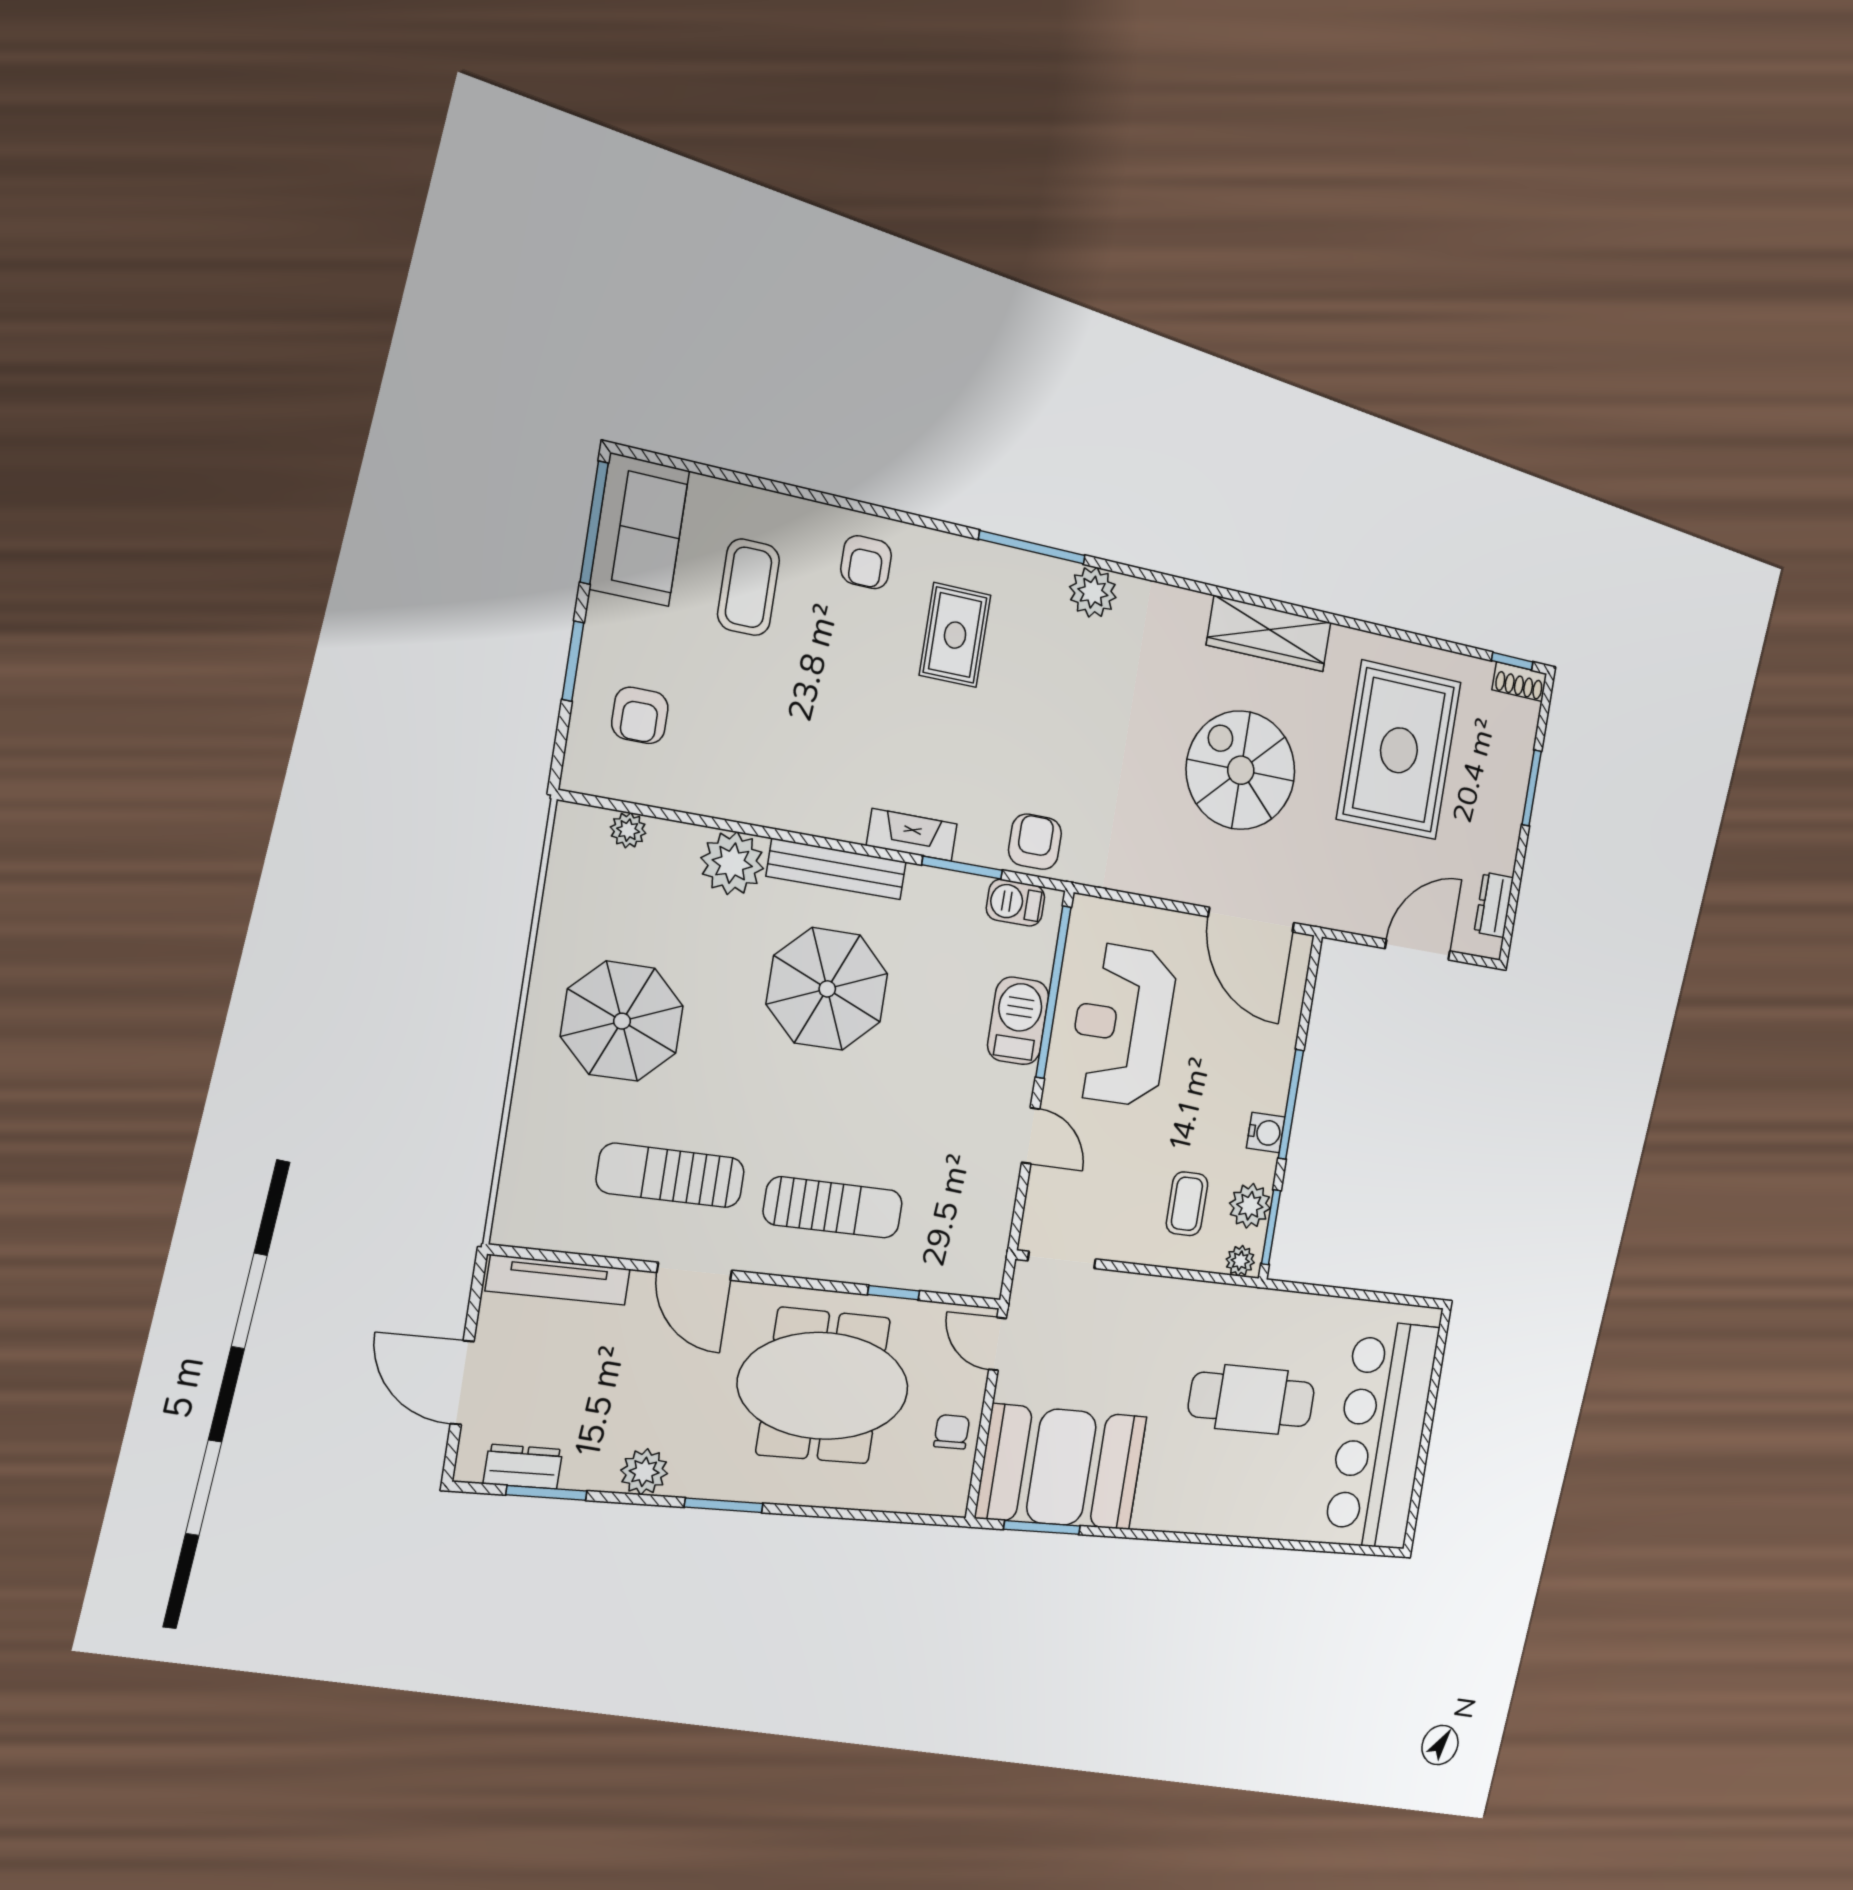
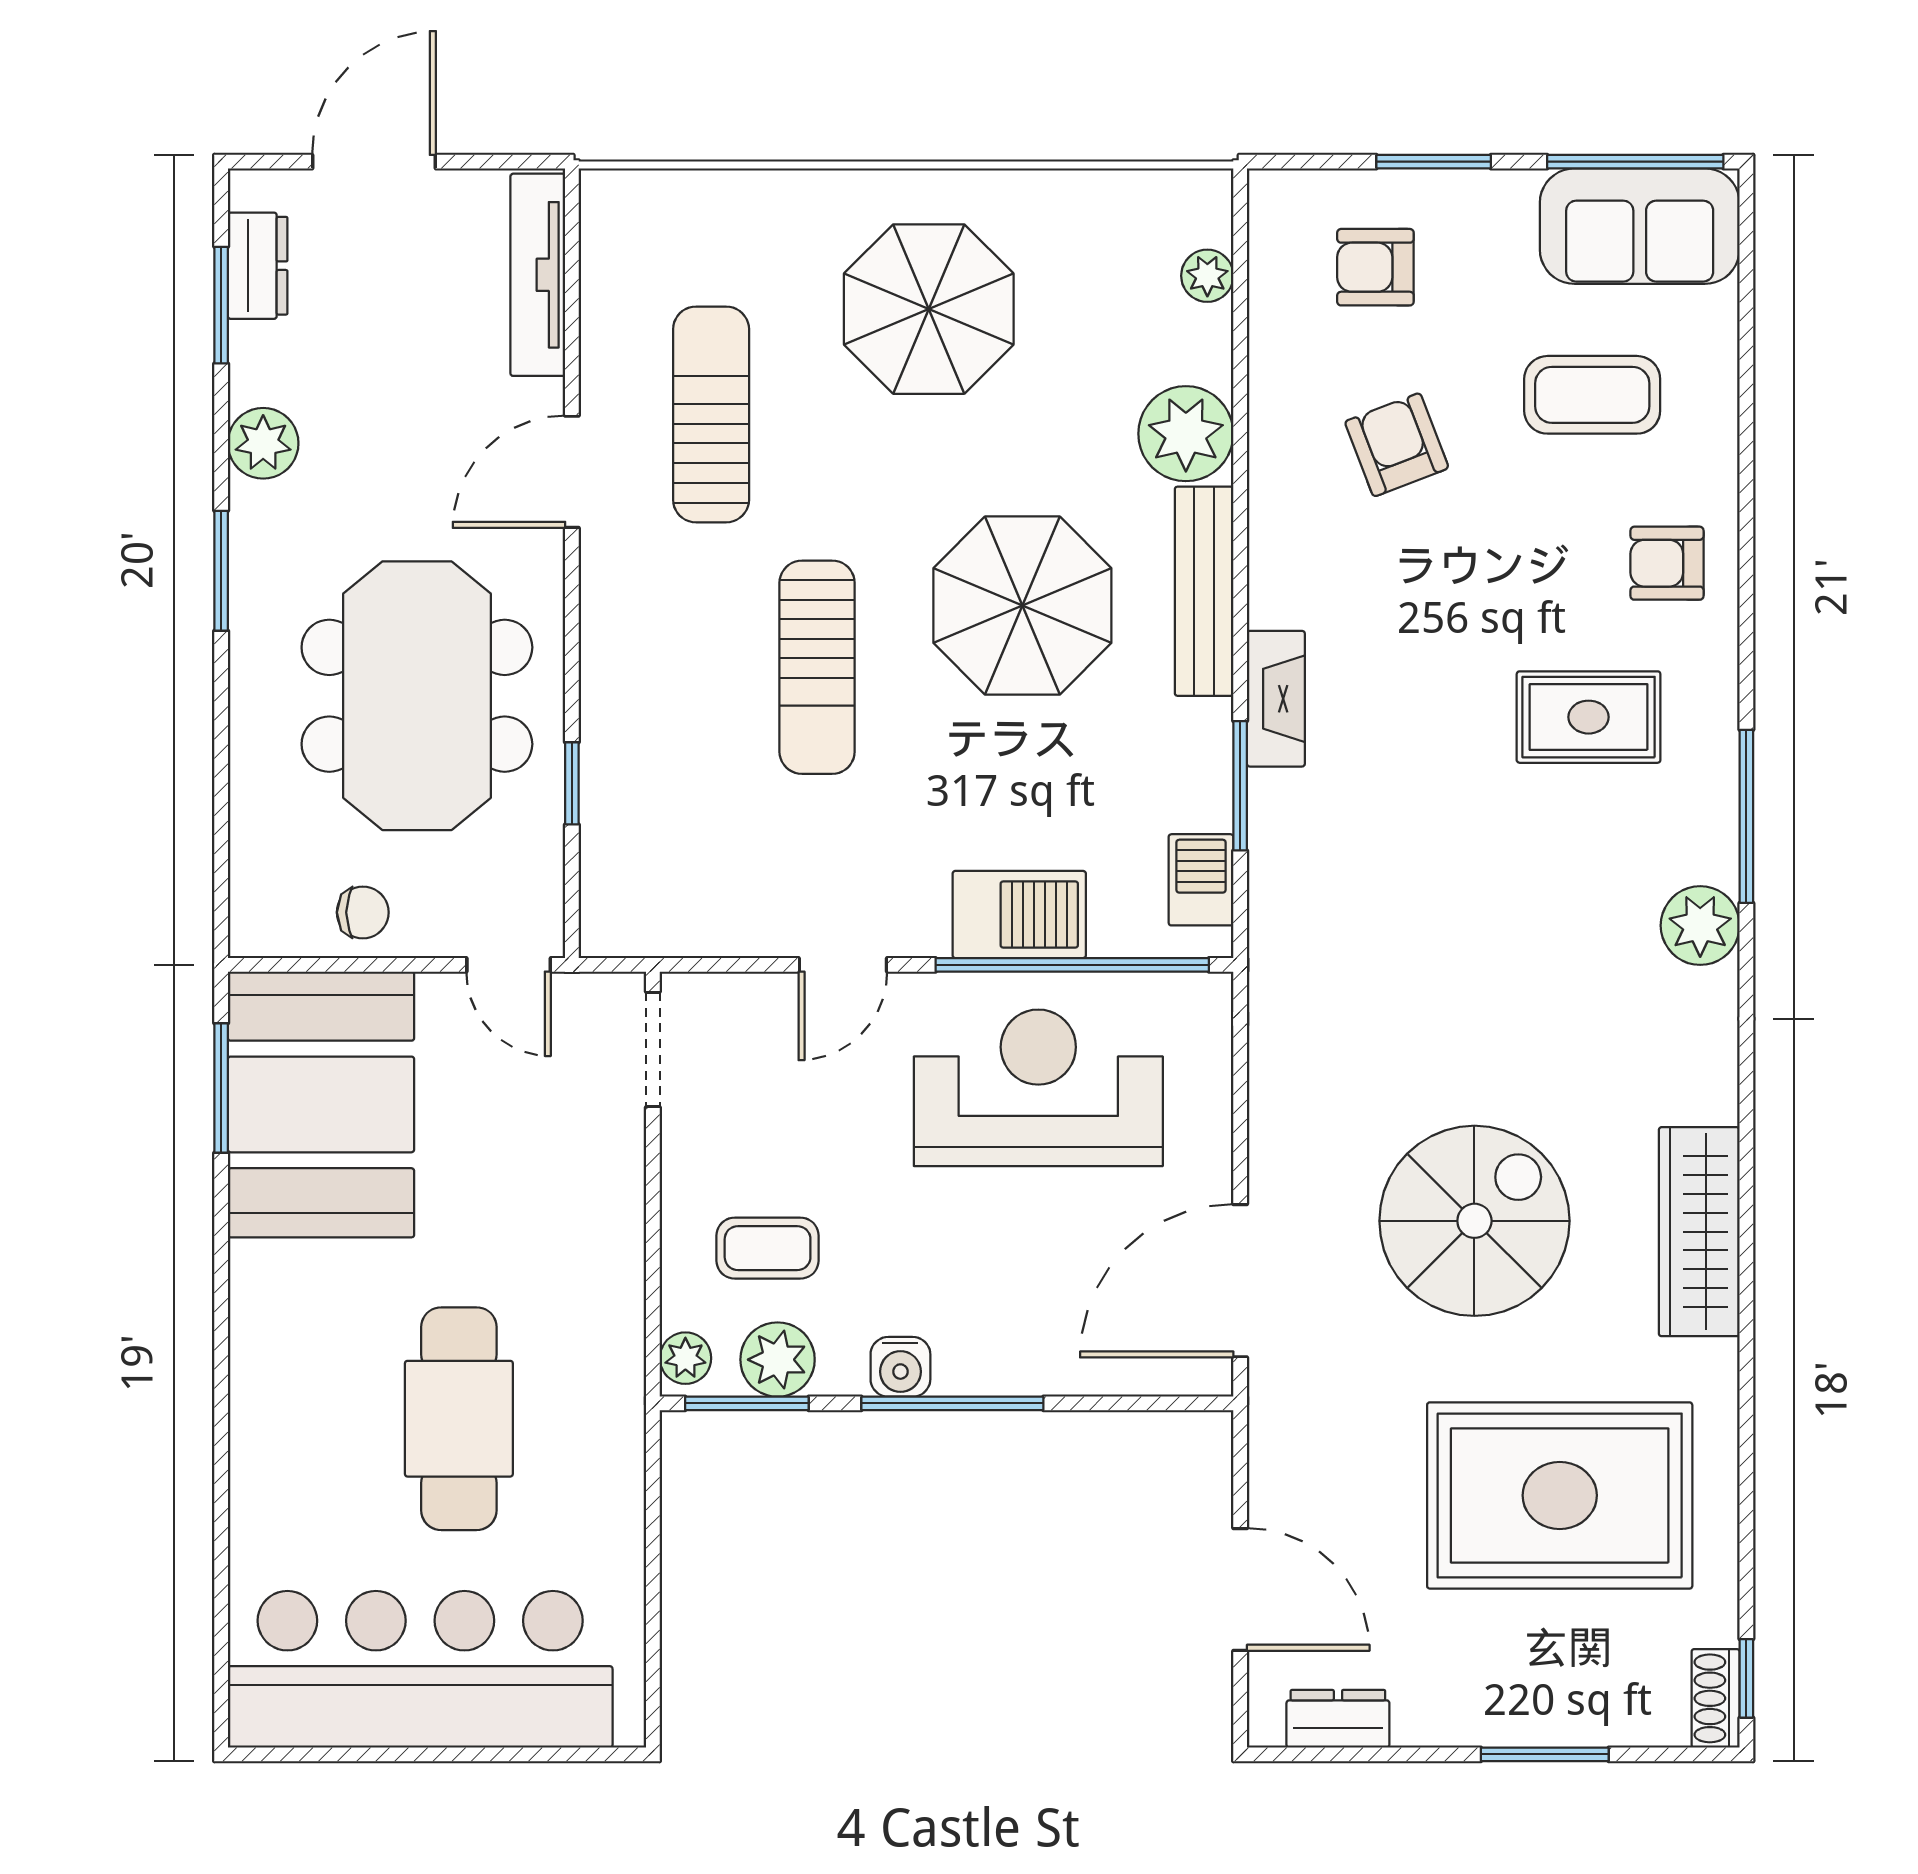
armchair: (1035, 842) -> (1397, 445), moved, turned -111
sun lounger: (833, 1207) -> (817, 667), moved
door: (998, 1344) -> (509, 965), swing flipped

